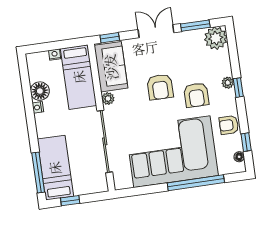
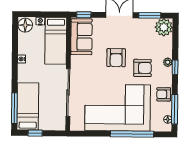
floor lamp: (40, 91) -> (25, 25), moved
armchair: (196, 95) -> (142, 68), turned -90
plant: (108, 99) -> (76, 60), removed
window: (246, 142) -> (175, 109), width x2.17

